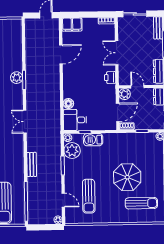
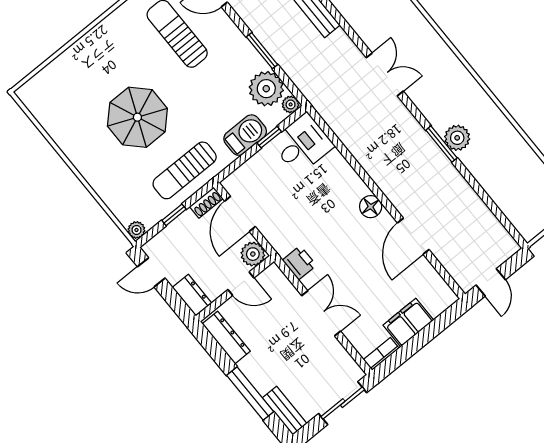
filing cabinet: (72, 25) -> (408, 323), moved
floor lamp: (68, 104) -> (371, 207), moved
sun lounger: (141, 203) -> (185, 170), moved

